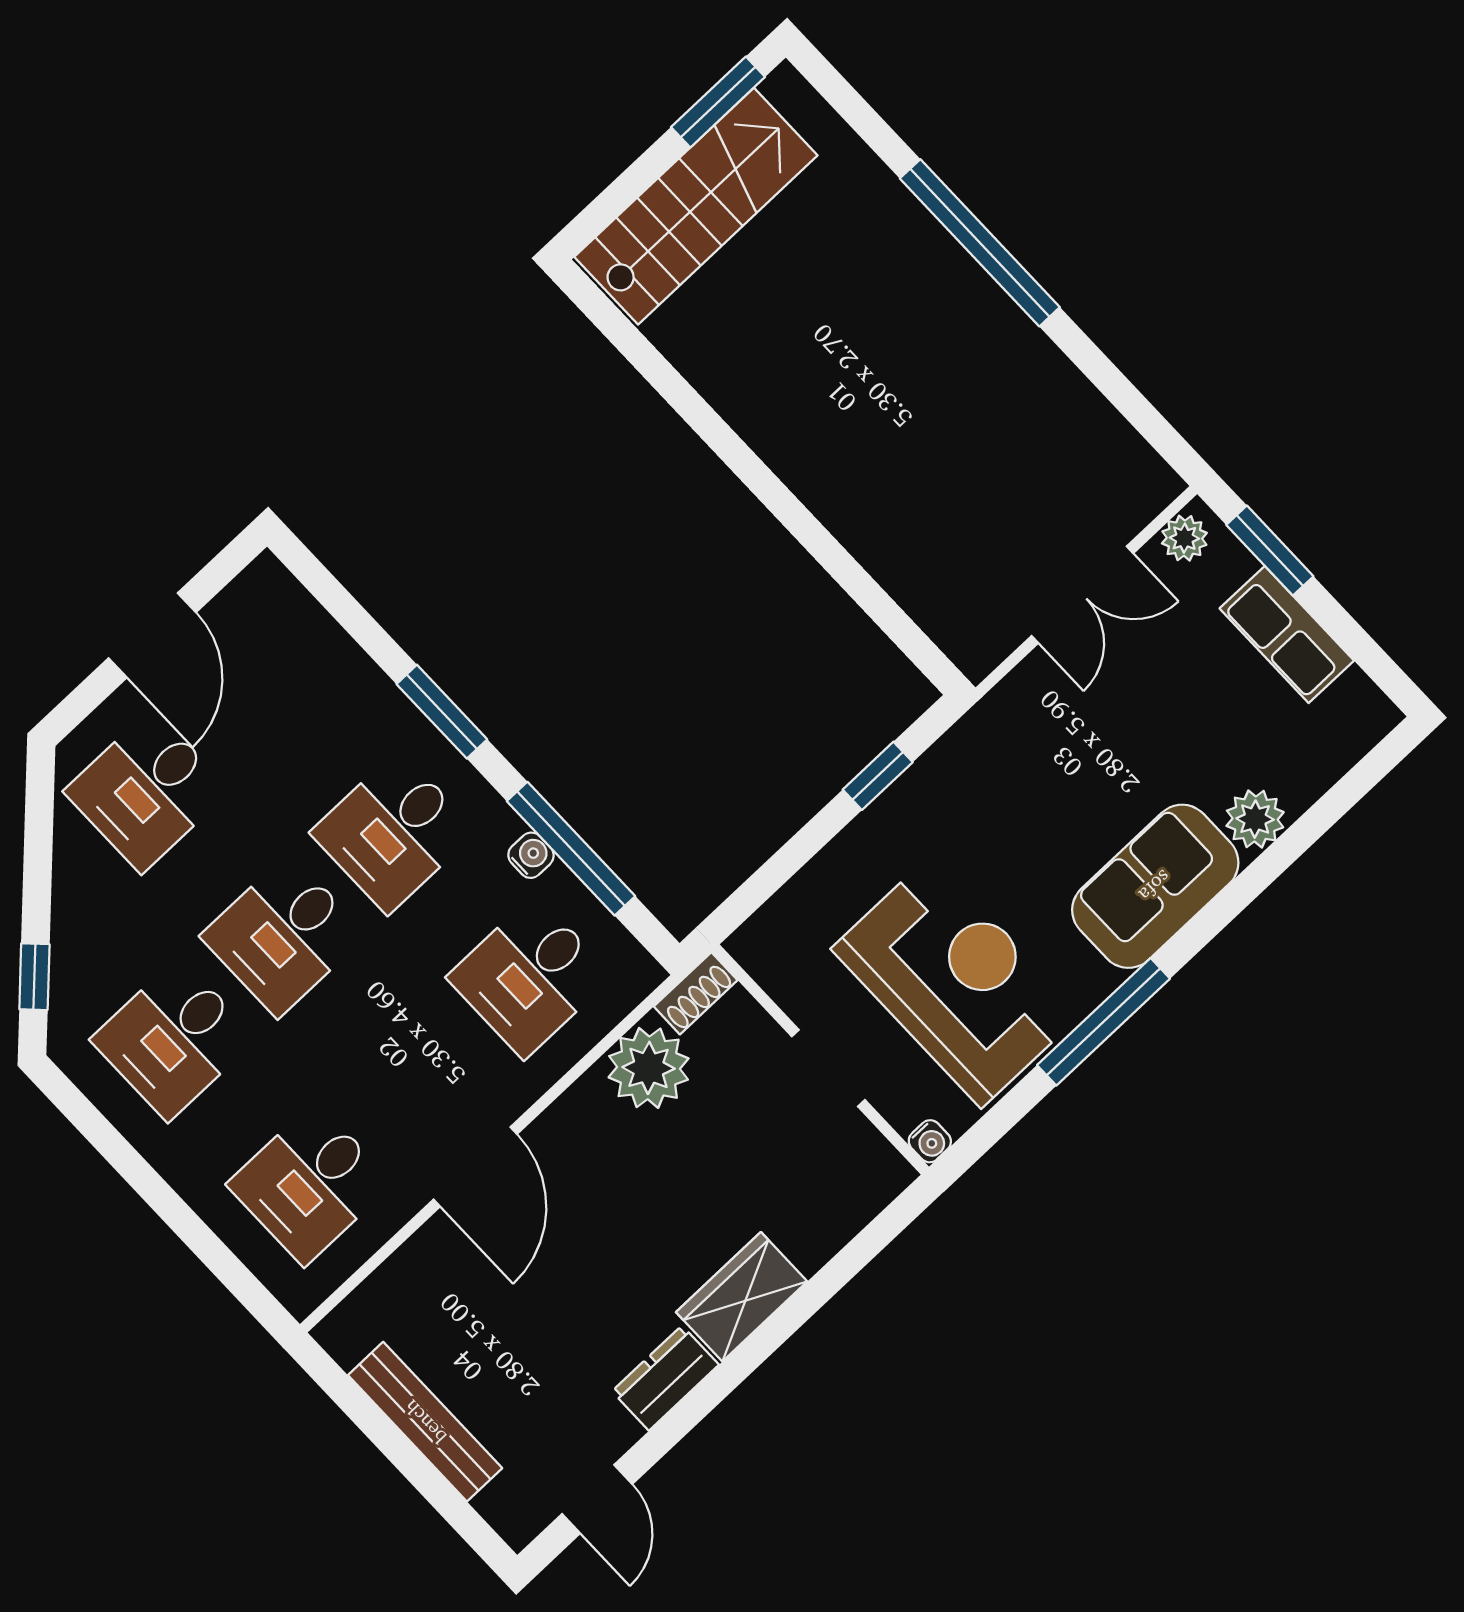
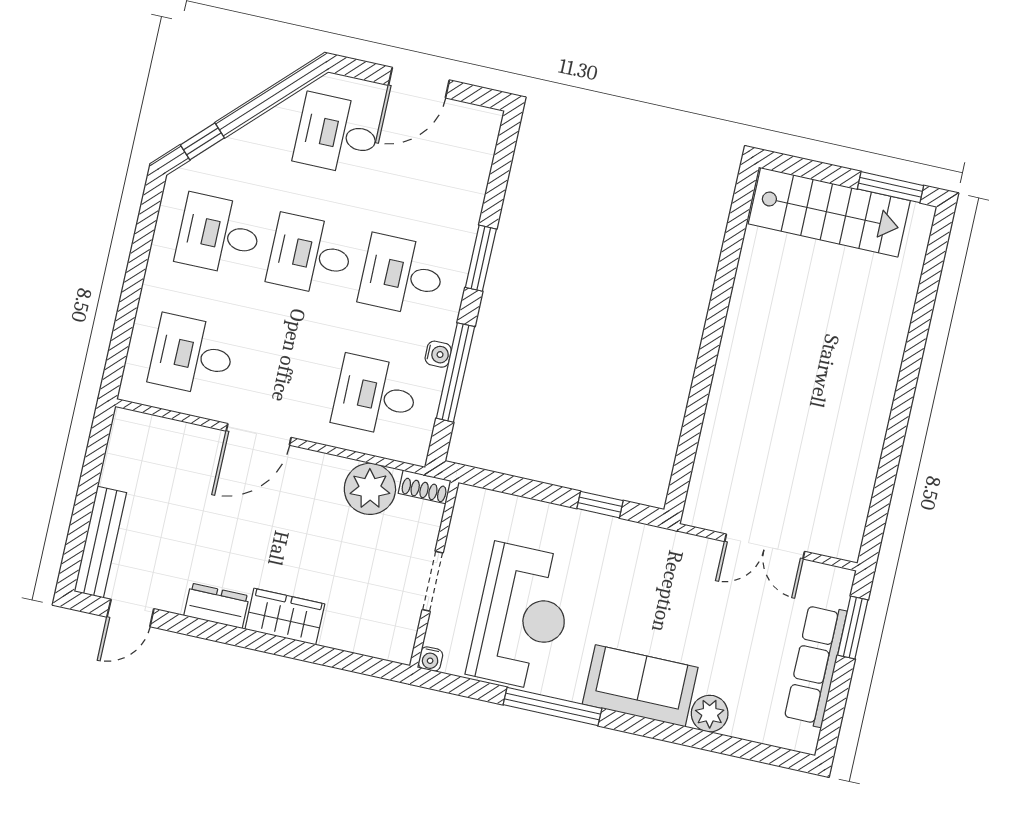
window: (980, 243) -> (910, 371), removed
plant: (1184, 538) -> (829, 579), removed
row of seats: (1287, 635) -> (815, 665), width x1.48
bench: (425, 1422) -> (100, 542), moved

